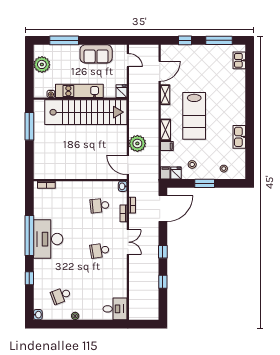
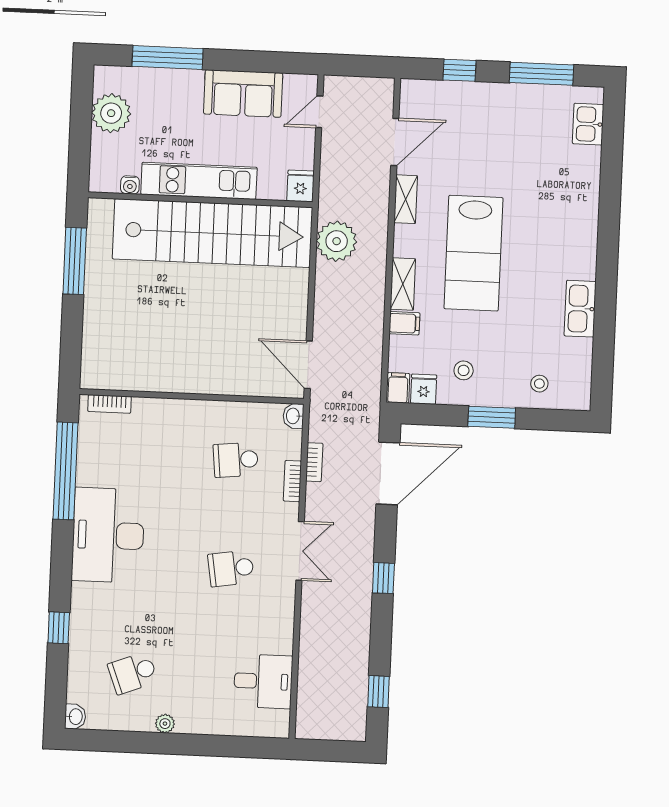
door: (128, 60) -> (319, 112), swing flipped
plant: (137, 143) -> (337, 241), moved
window: (29, 235) -> (66, 471), moved
window: (163, 282) -> (378, 692), moved
desk: (115, 309) -> (263, 681), moved

